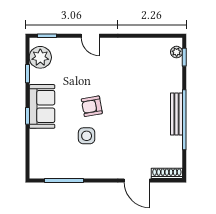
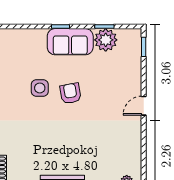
door: (90, 36) -> (144, 106), moved
plant: (40, 57) -> (106, 40), moved

